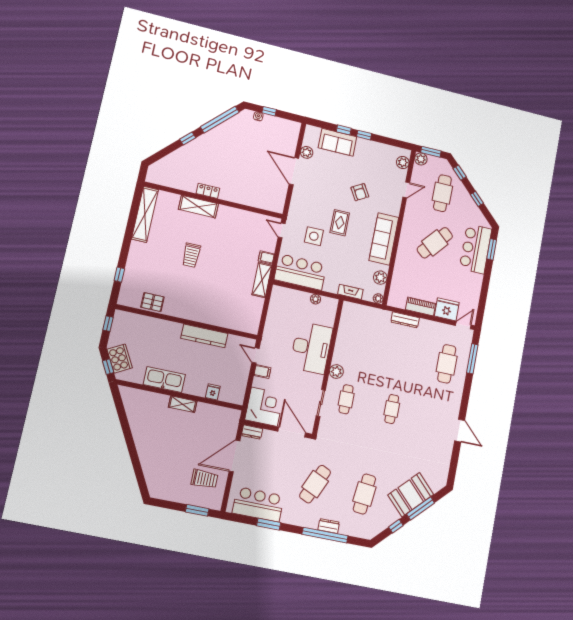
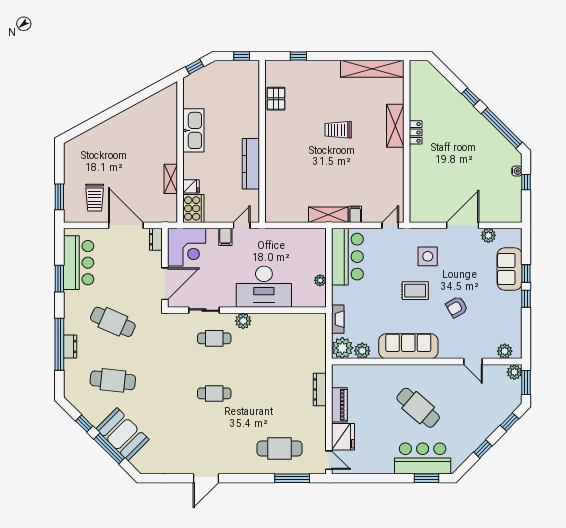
cafe table: (442, 193) -> (480, 406), removed
side table: (314, 236) -> (428, 256), moved
plant: (378, 299) -> (342, 348), width x1.88, depth x1.88
cooker: (120, 359) -> (193, 208), moved, turned -61
shelving: (183, 404) -> (171, 179), moved

